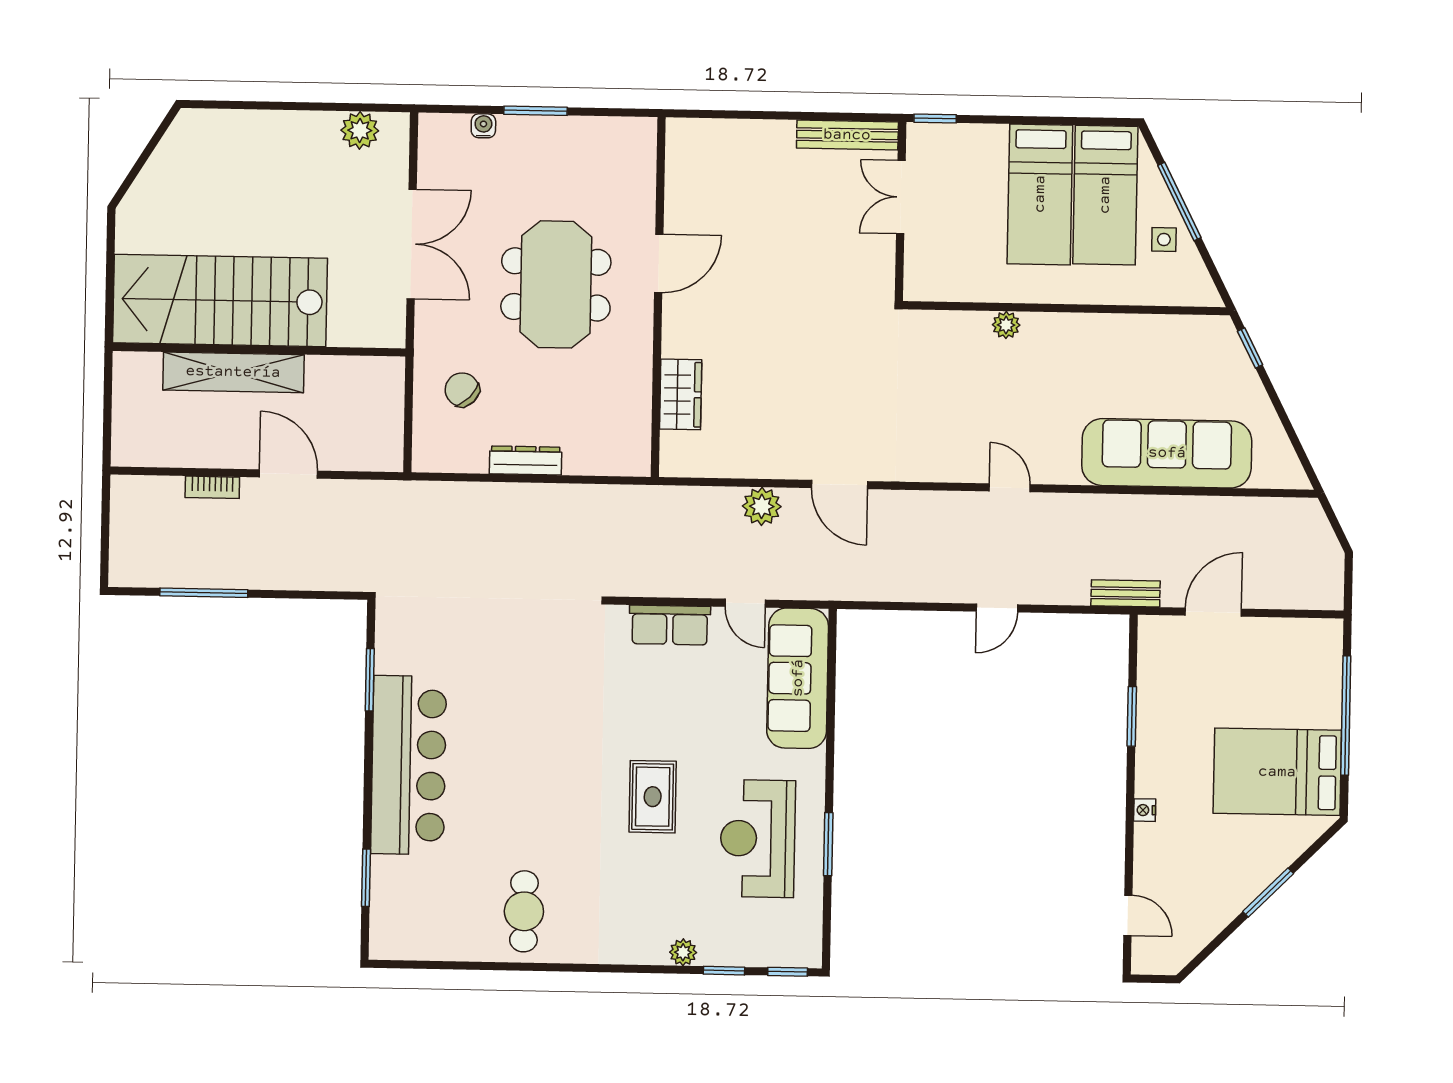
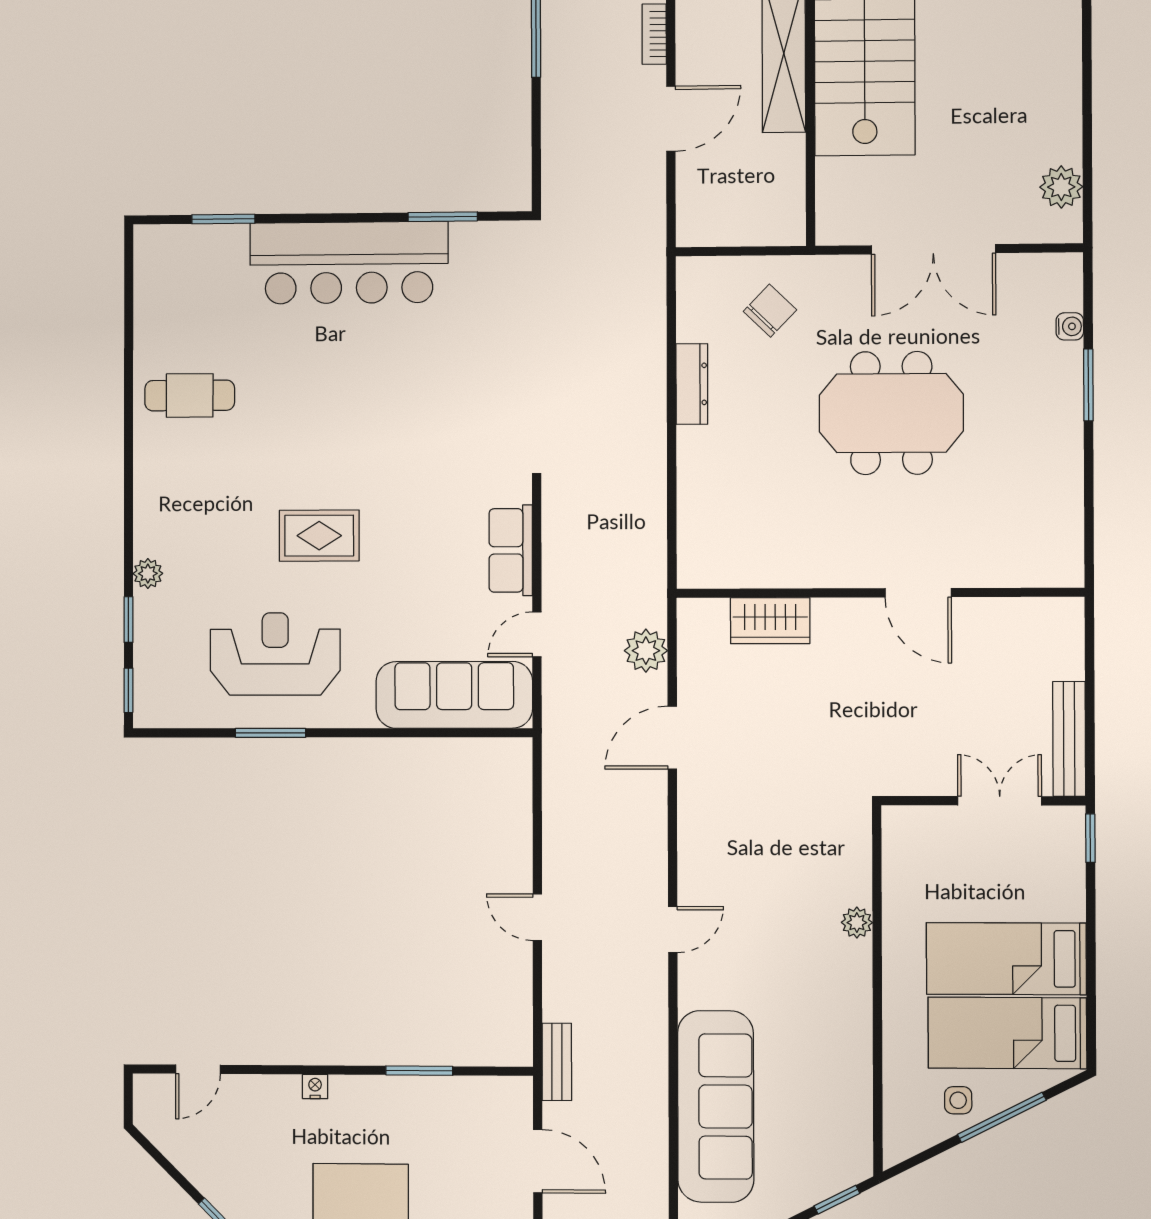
door: (659, 263) -> (918, 593), moved
wall: (658, 297) -> (880, 593), moved
wardrobe: (681, 394) -> (770, 621), moved

